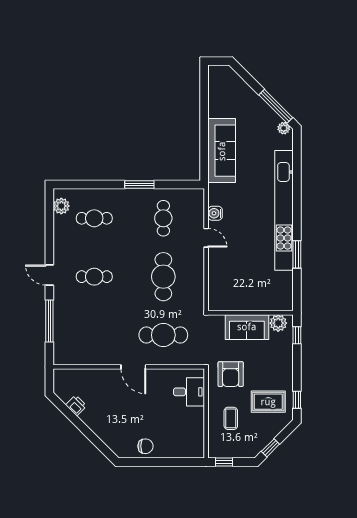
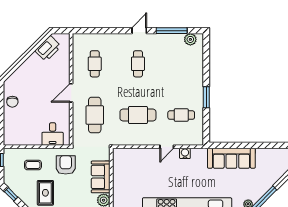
cafe table: (94, 218) -> (95, 64), moved
window: (49, 321) -> (172, 31), moved
armchair: (231, 374) -> (66, 165), turned 90
printer: (76, 405) -> (48, 49), width x1.87, depth x1.48

